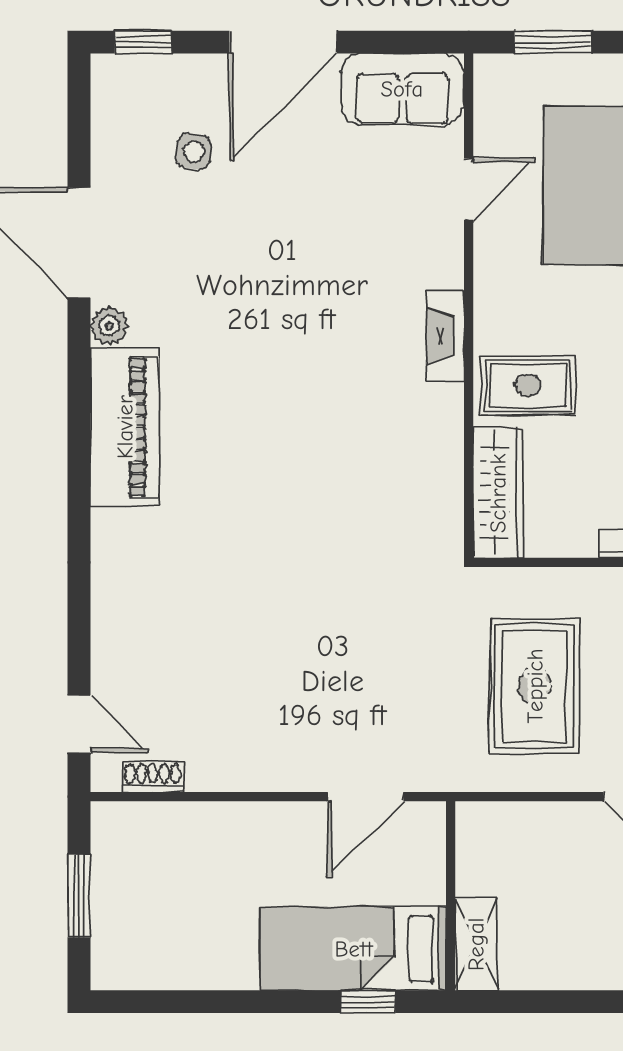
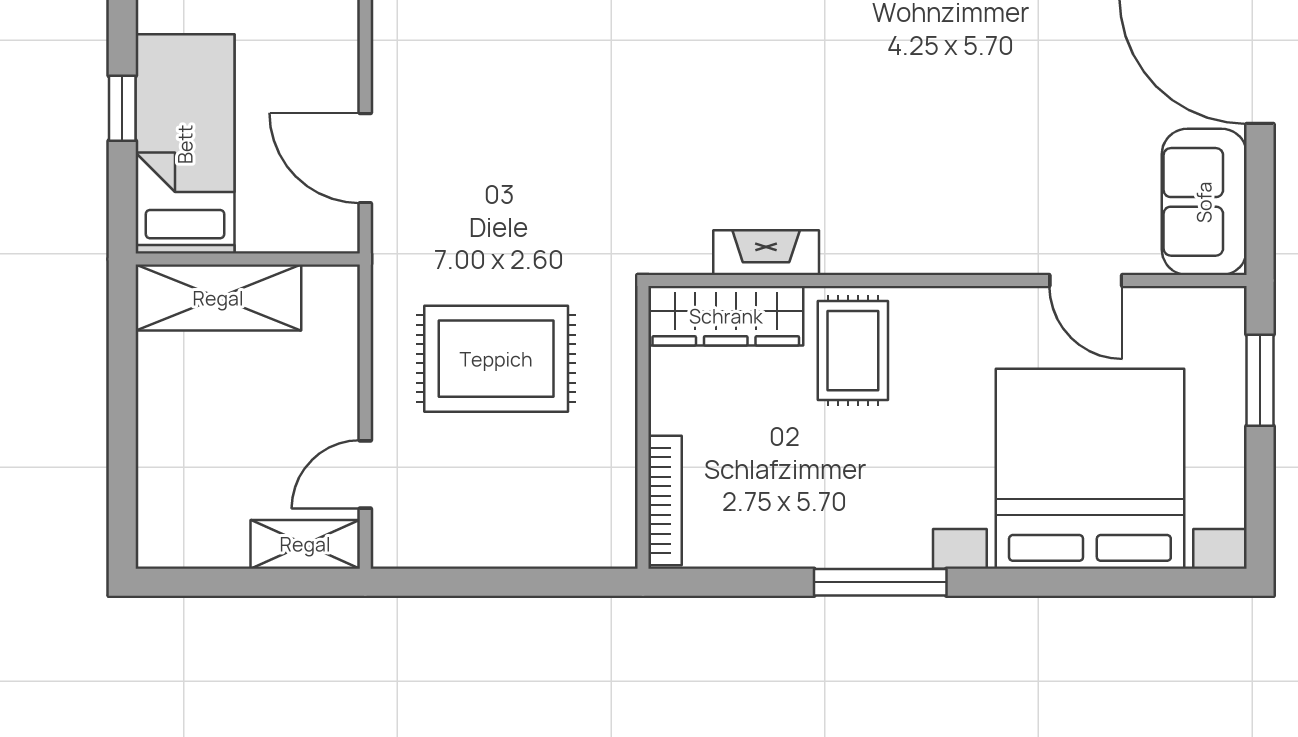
fireplace: (445, 336) -> (766, 253), moved
shelving: (476, 944) -> (218, 298), width x1.50, depth x1.33
window: (368, 1002) -> (122, 108), moved

